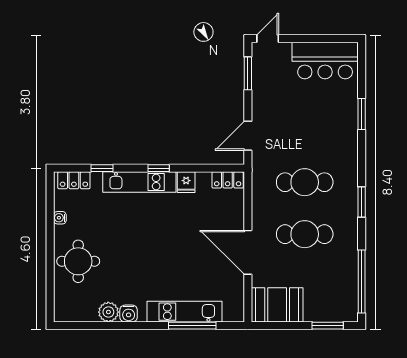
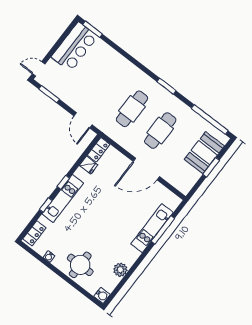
door: (268, 39) -> (39, 69), hinge flipped
window: (362, 114) -> (92, 29), moved
window: (102, 168) -> (46, 205), moved
fridge: (186, 182) -> (89, 165), moved
booth: (277, 305) -> (204, 153), moved
water cooler: (129, 314) -> (102, 295), moved
window: (328, 326) -> (211, 167), moved

